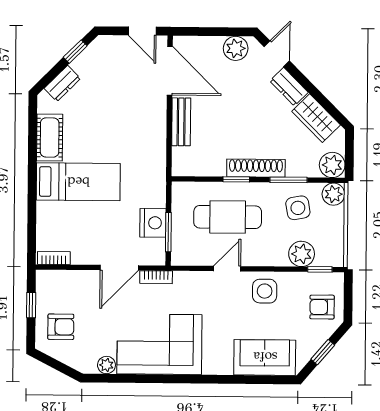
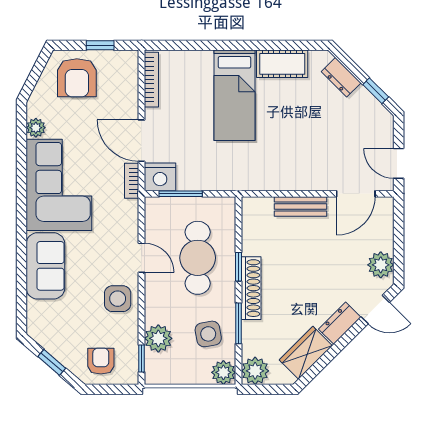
door: (142, 31) -> (399, 163), hinge flipped
door: (170, 71) -> (356, 194), width x0.73
nightstand: (153, 223) -> (160, 177), moved
bookcase: (54, 258) -> (151, 80), width x1.56
armchair: (61, 327) -> (77, 78), width x1.38, depth x1.38
sofa: (265, 357) -> (45, 266), moved

